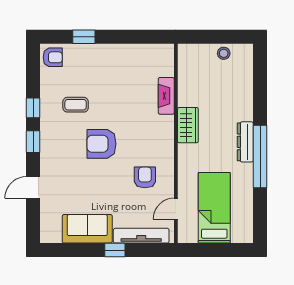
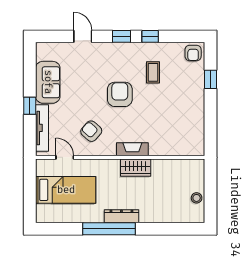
fireplace: (166, 96) -> (132, 149), moved
armchair: (145, 177) -> (91, 131), turned -138

